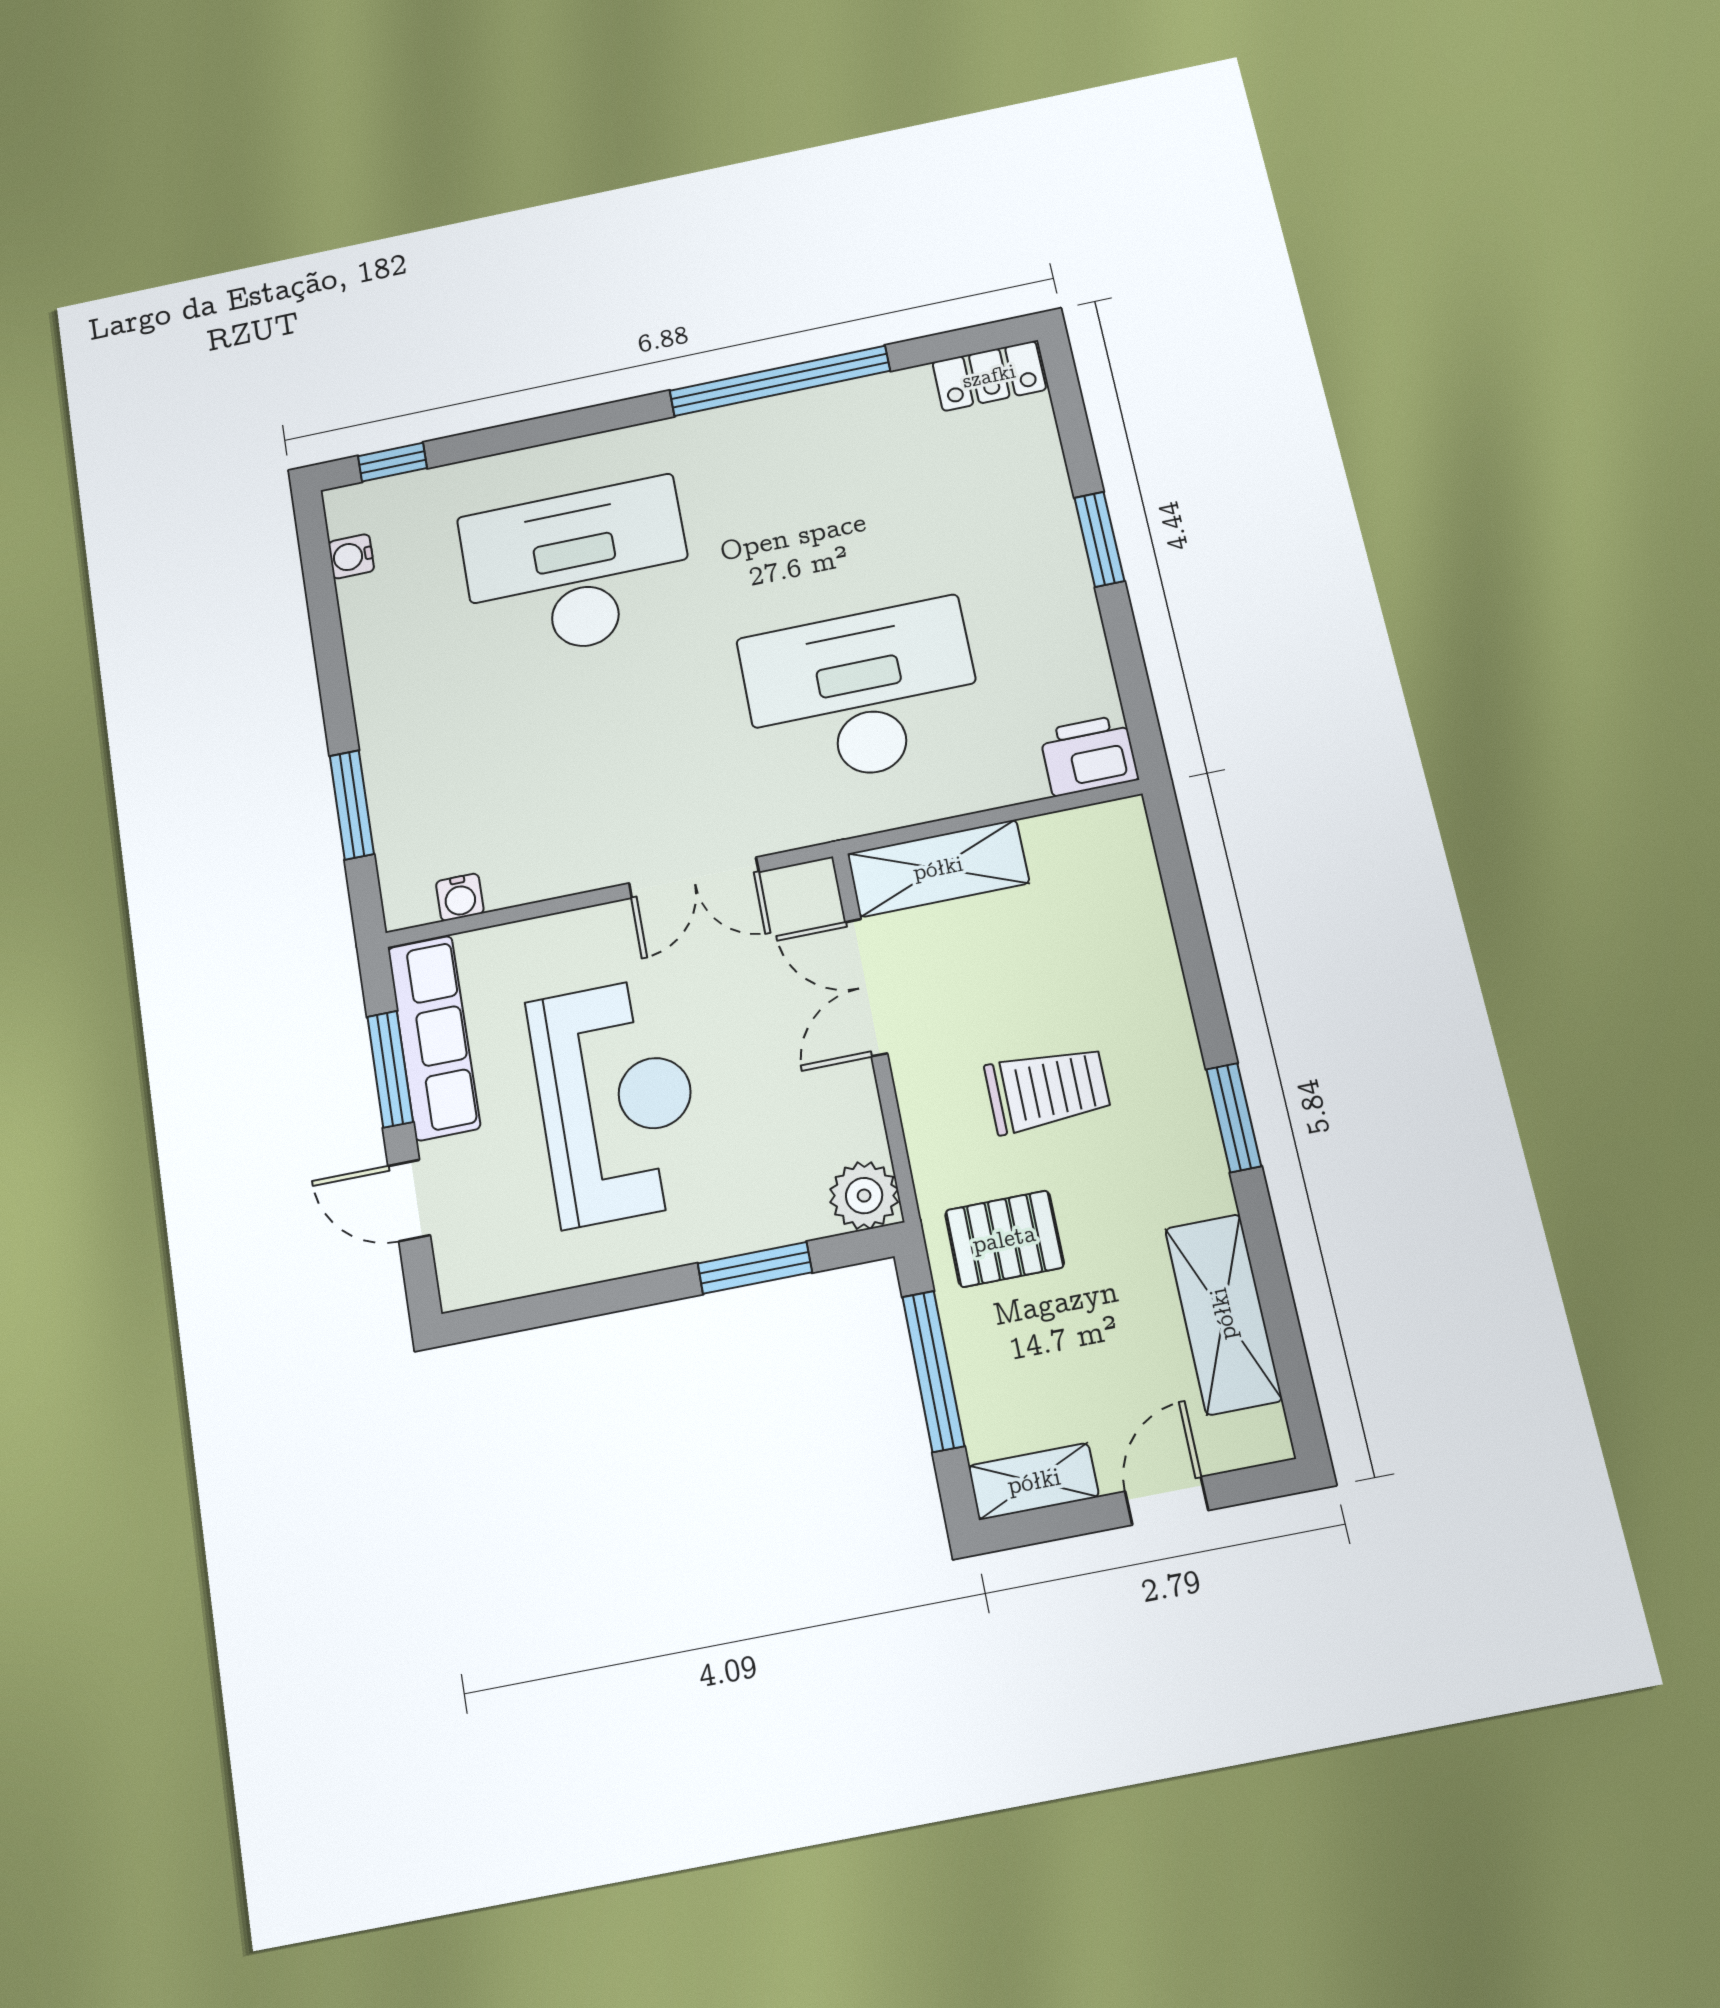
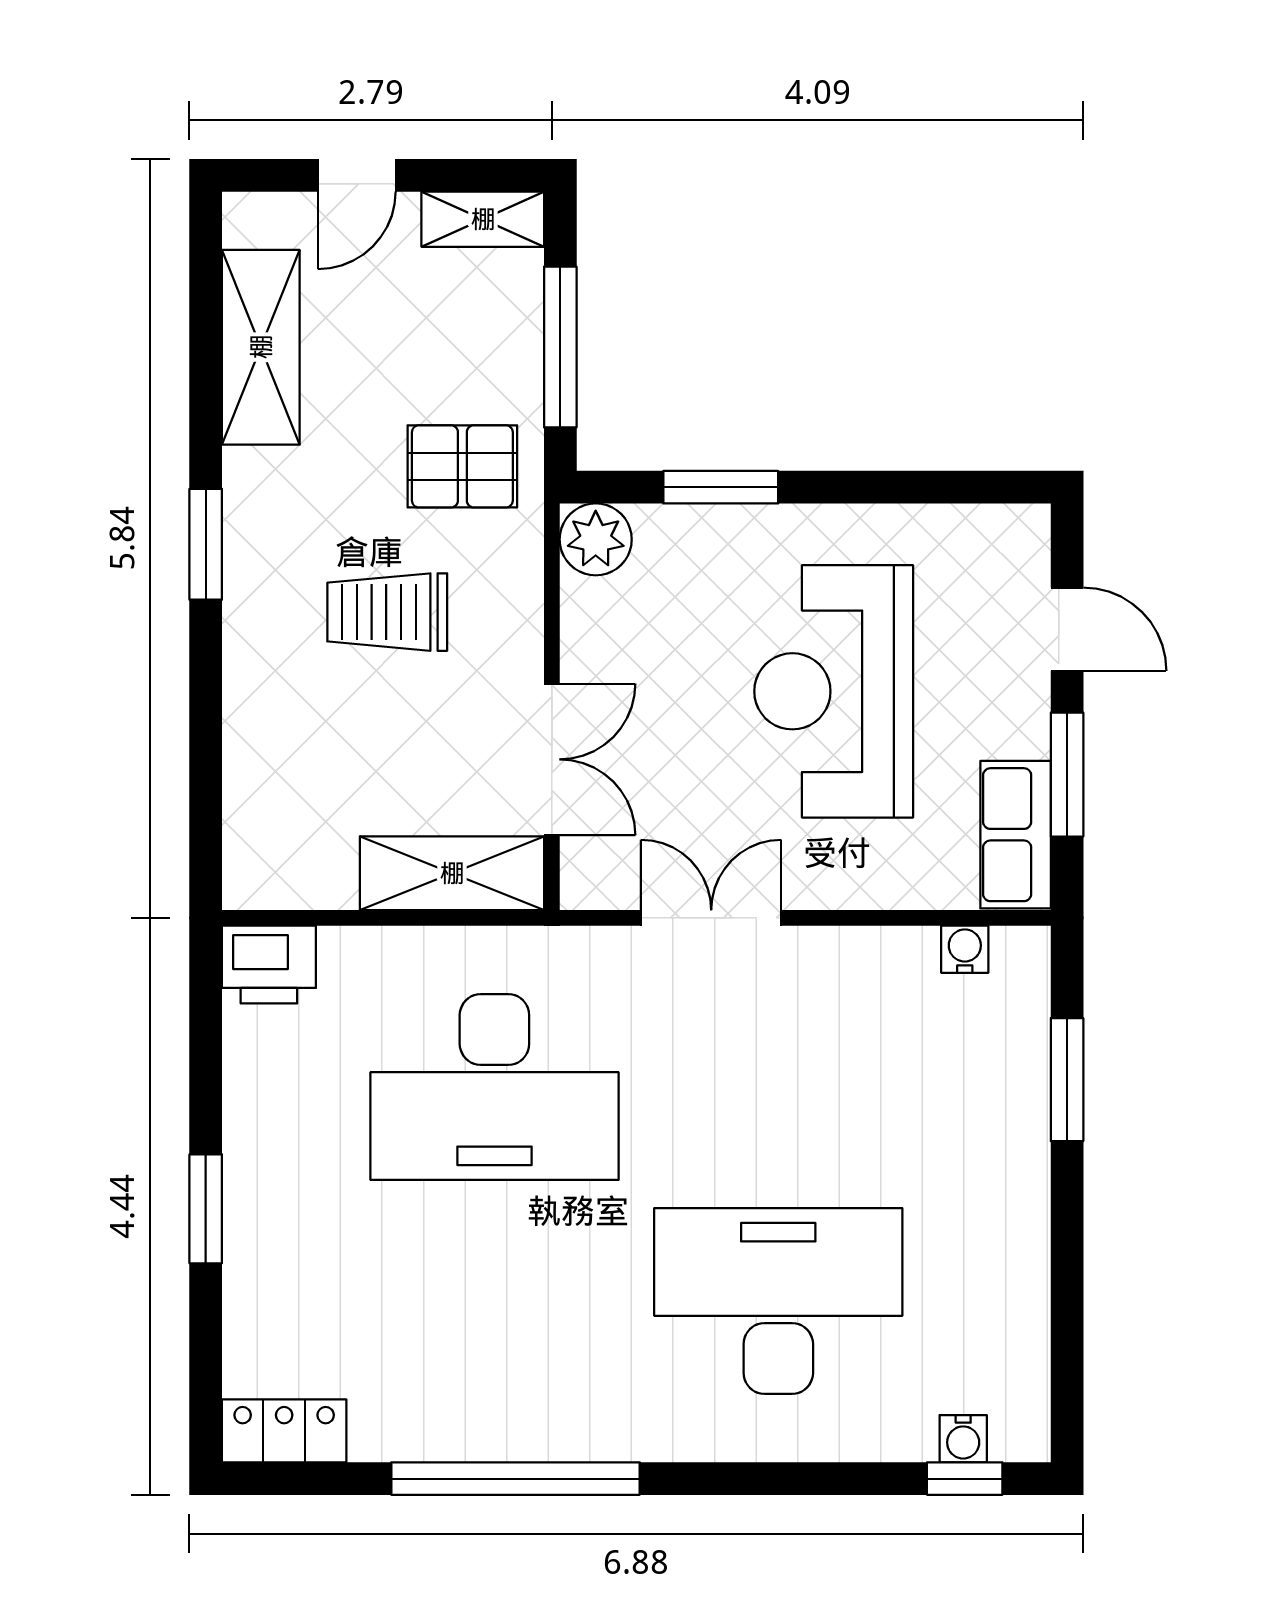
water cooler: (351, 556) -> (963, 1439), moved, turned 90
desk: (577, 570) -> (778, 1301), turned 180
row of seats: (434, 1038) -> (1016, 835), width x0.68

